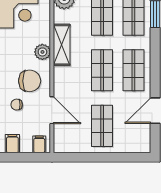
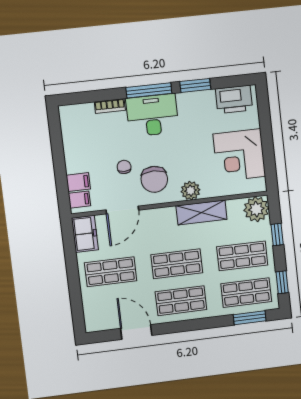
freezer: (68, 143) -> (85, 234), added
filing cabinet: (12, 144) -> (78, 182), moved

